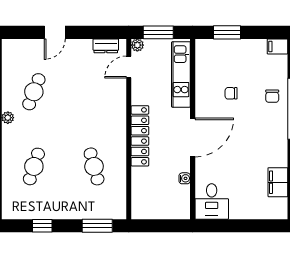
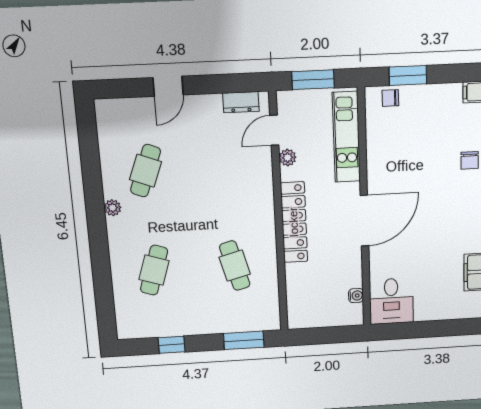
plant: (137, 45) -> (288, 158), moved
chair: (231, 93) -> (390, 98), moved
water cooler: (185, 178) -> (356, 296), moved

